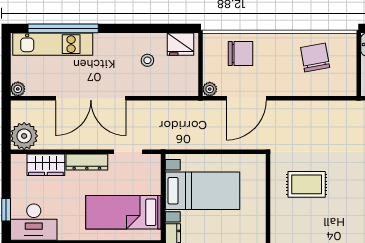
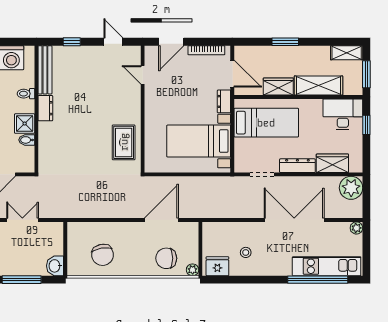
plant: (210, 89) -> (193, 270), moved
rug: (307, 184) -> (124, 142), moved, turned 90

